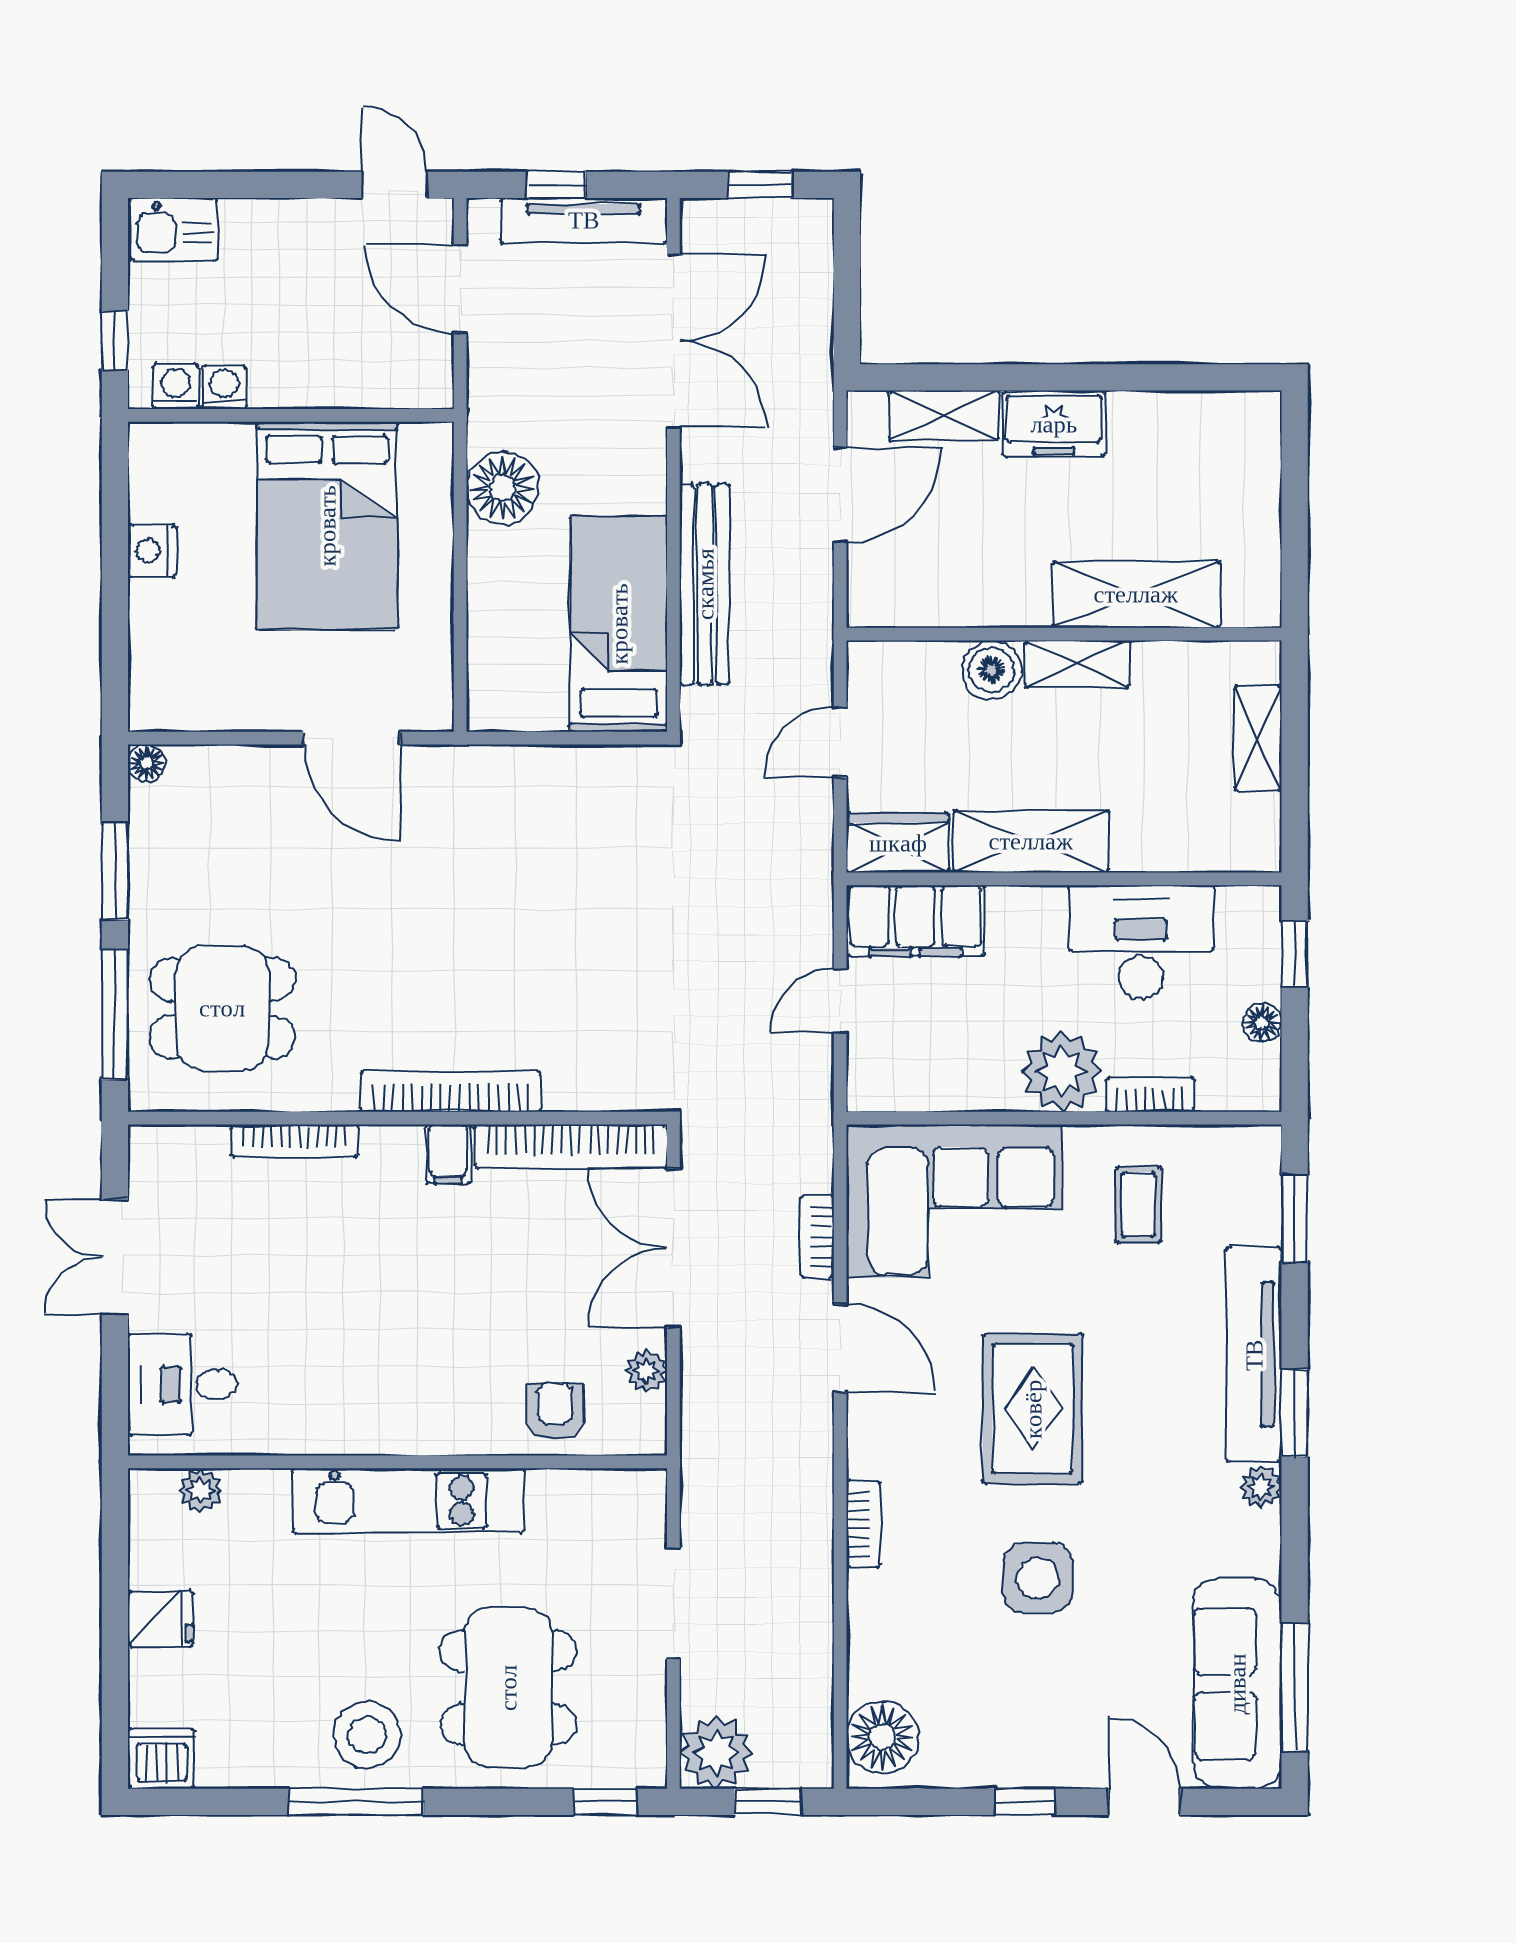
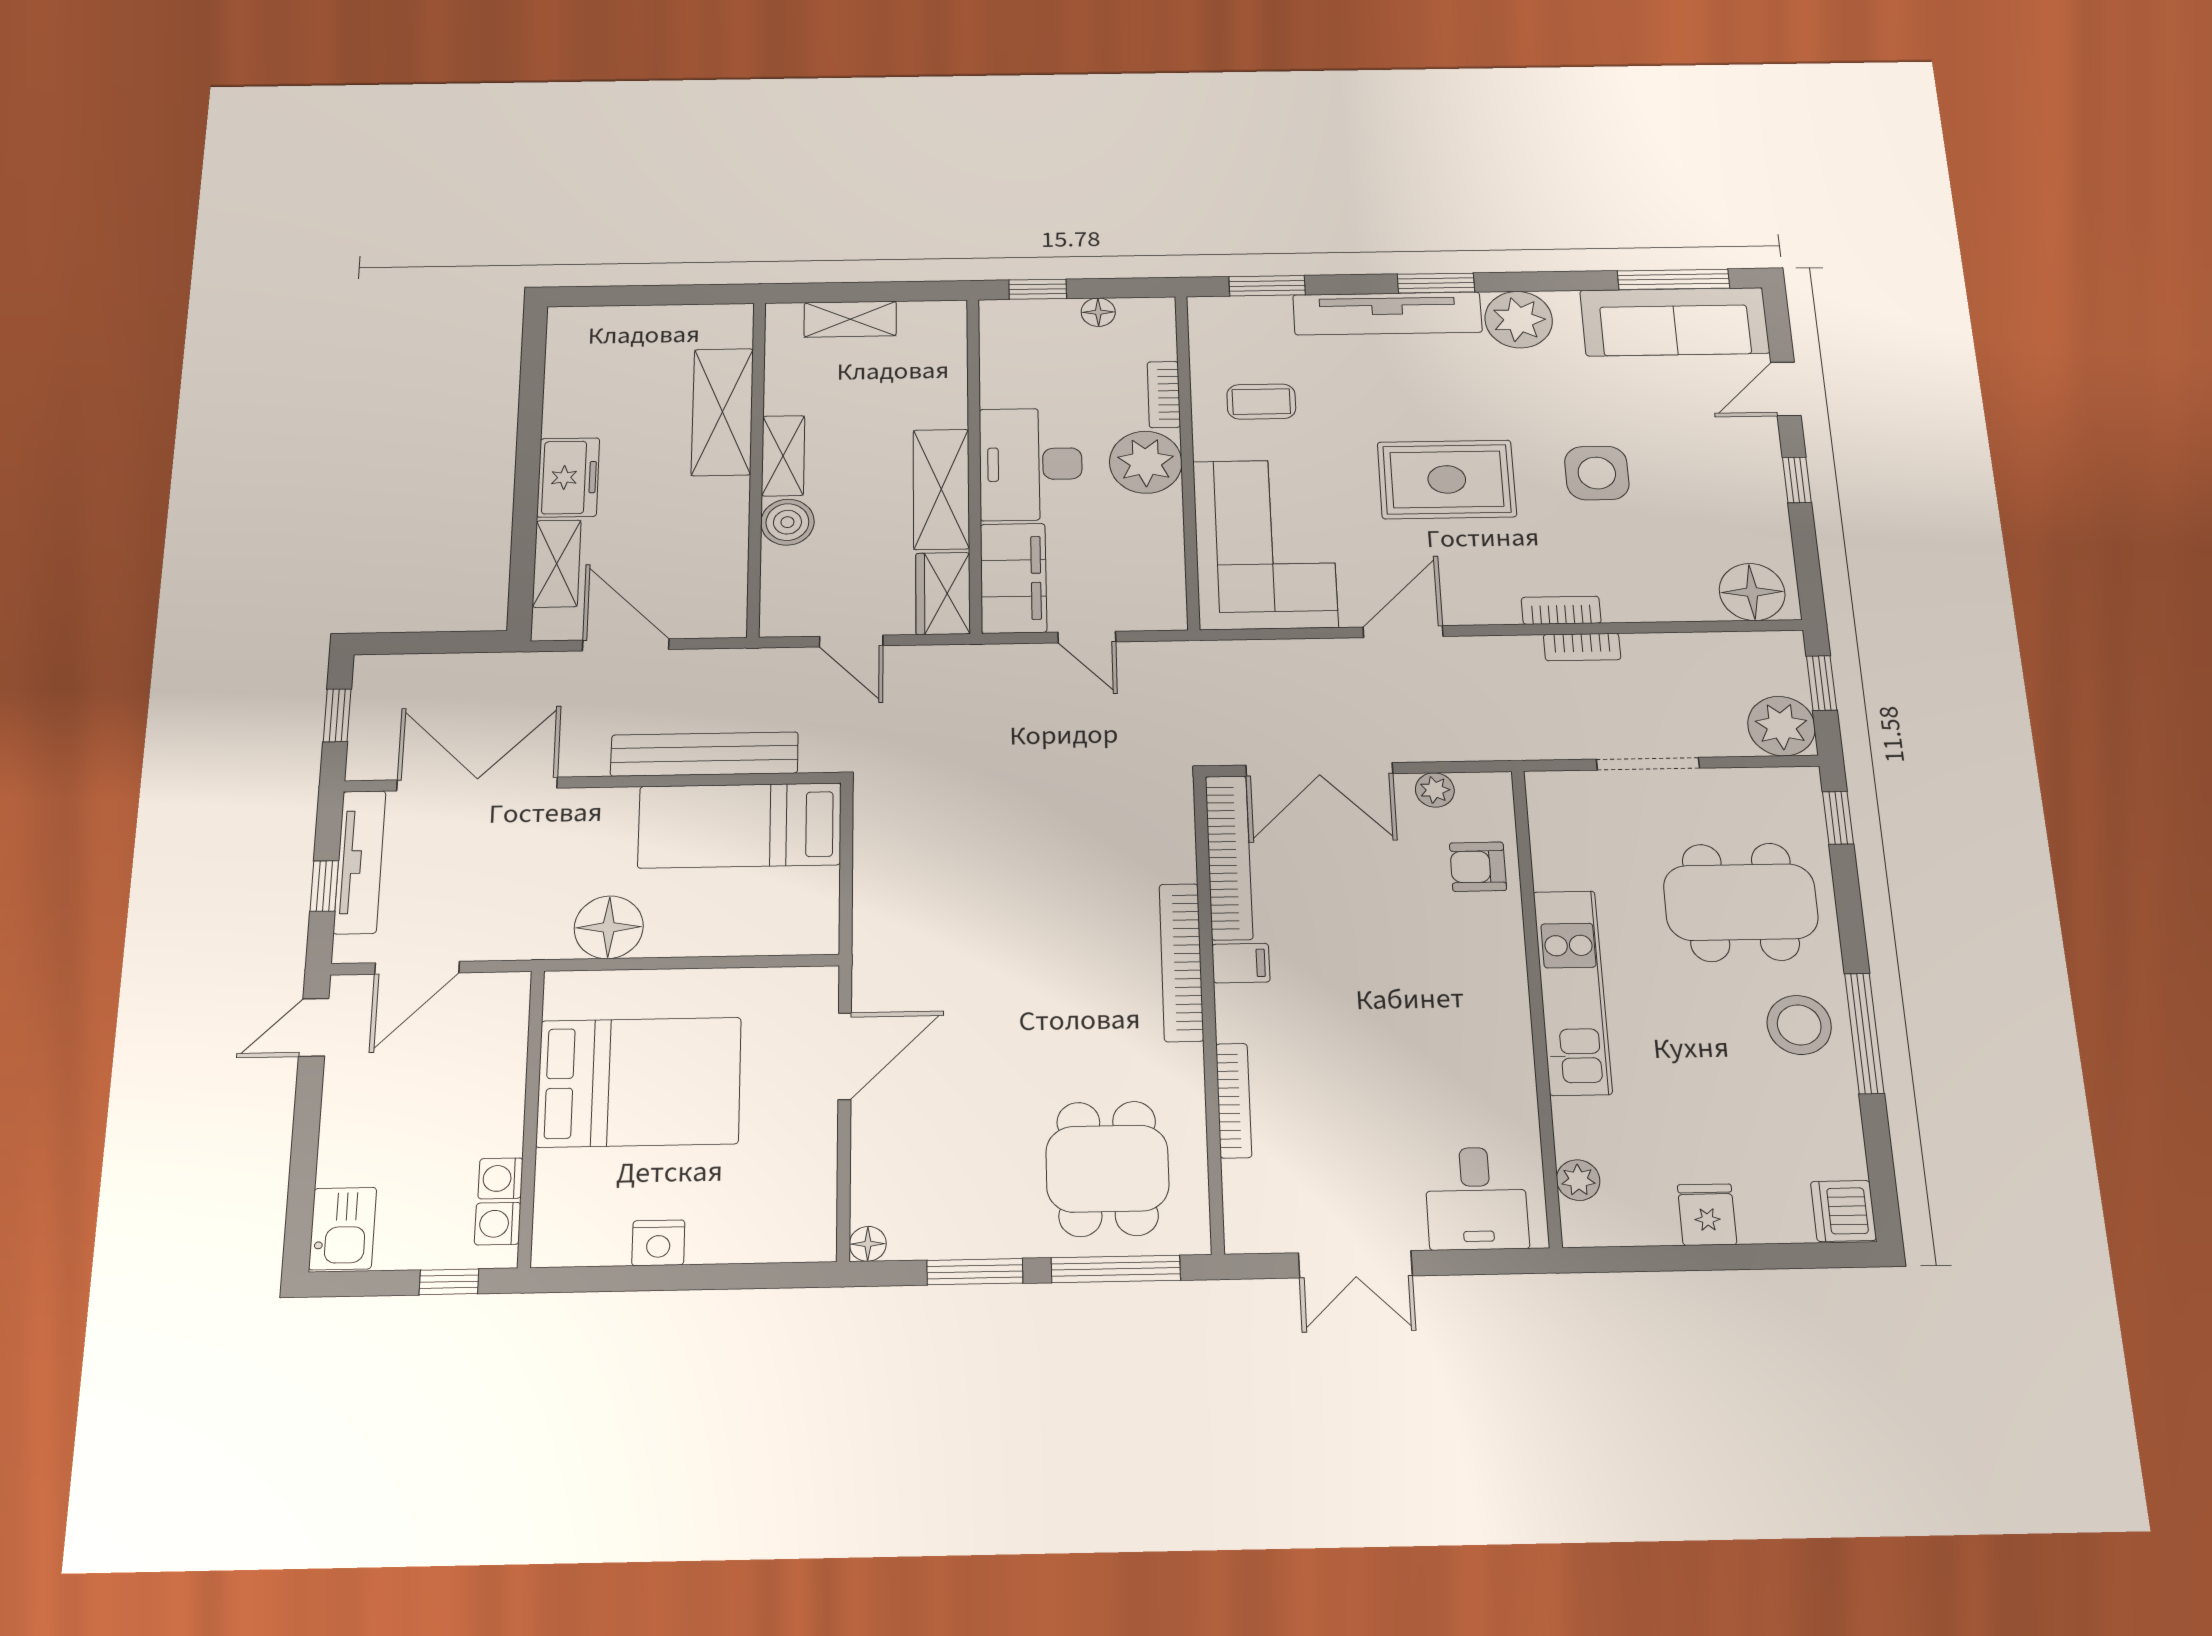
desk: (1141, 942) -> (1031, 464), moved
bookcase: (817, 1236) -> (1582, 647), moved
plant: (1261, 1487) -> (1519, 320), width x1.87, depth x1.87

